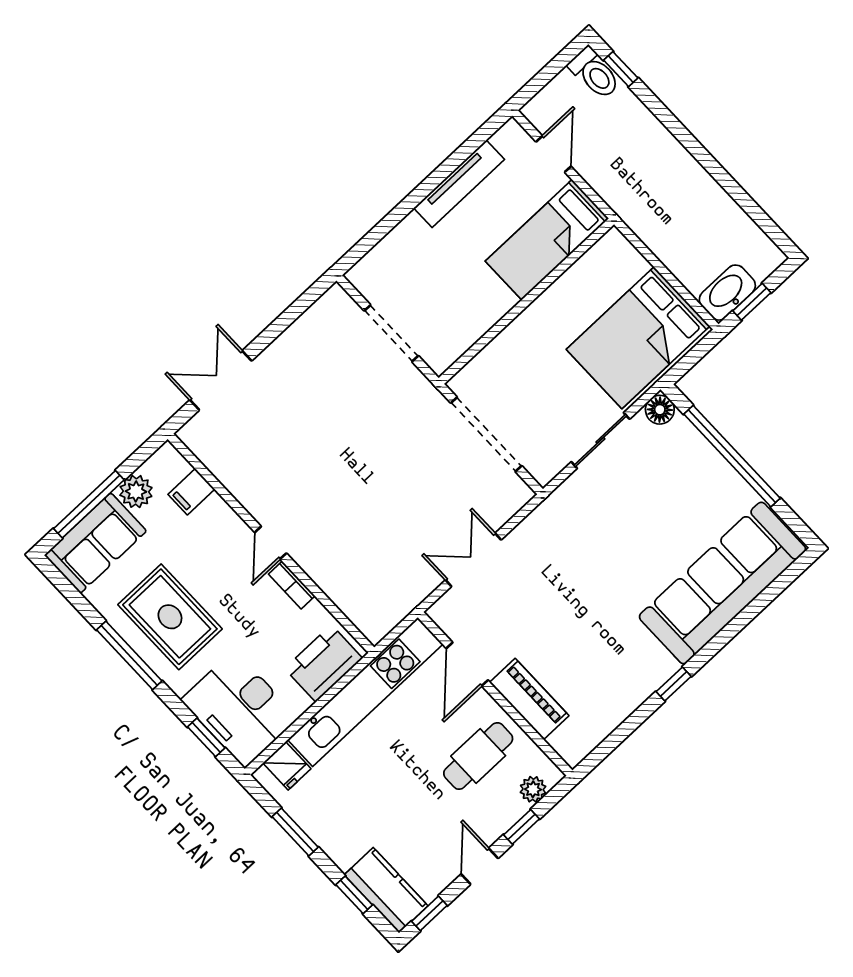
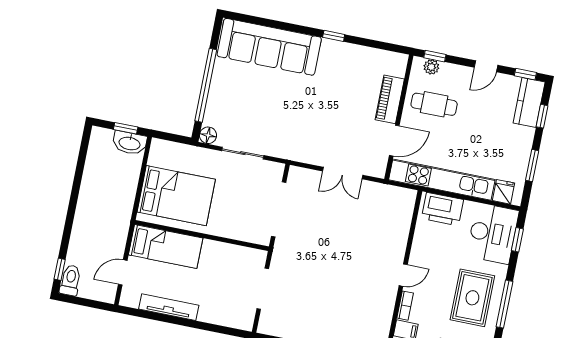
bed: (638, 338) -> (176, 196), moved
bookcase: (292, 585) -> (405, 306), moved
window: (522, 827) -> (435, 56), moved

